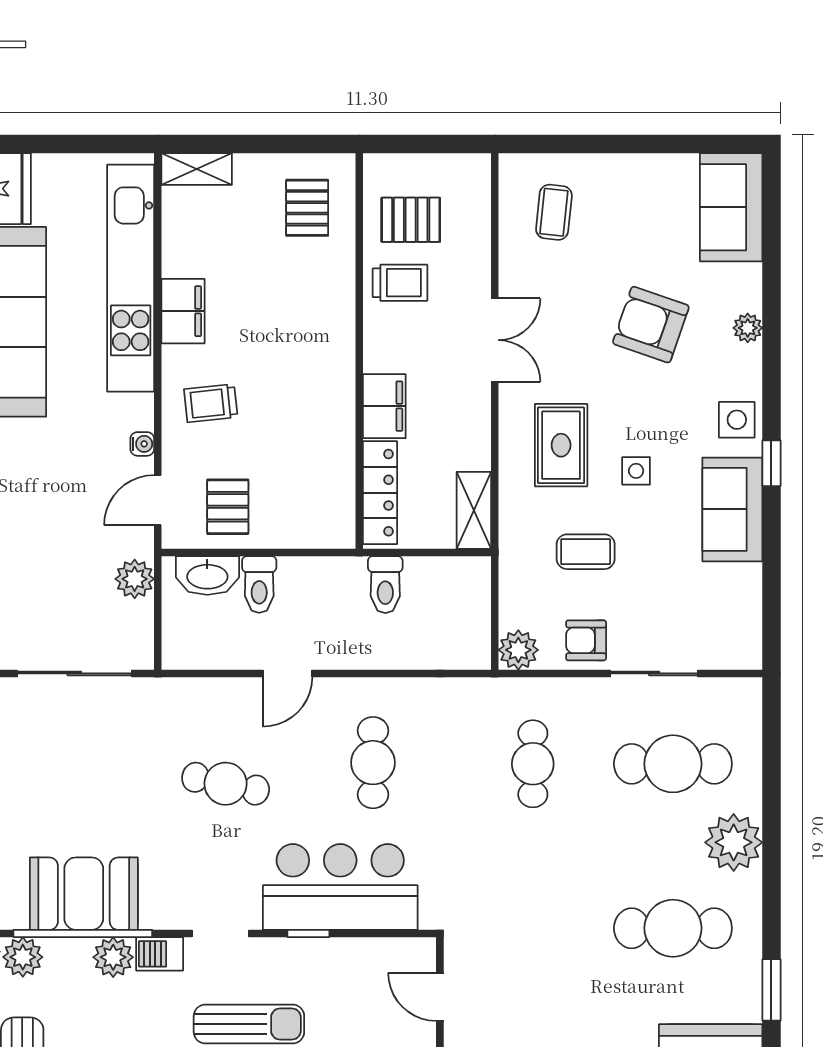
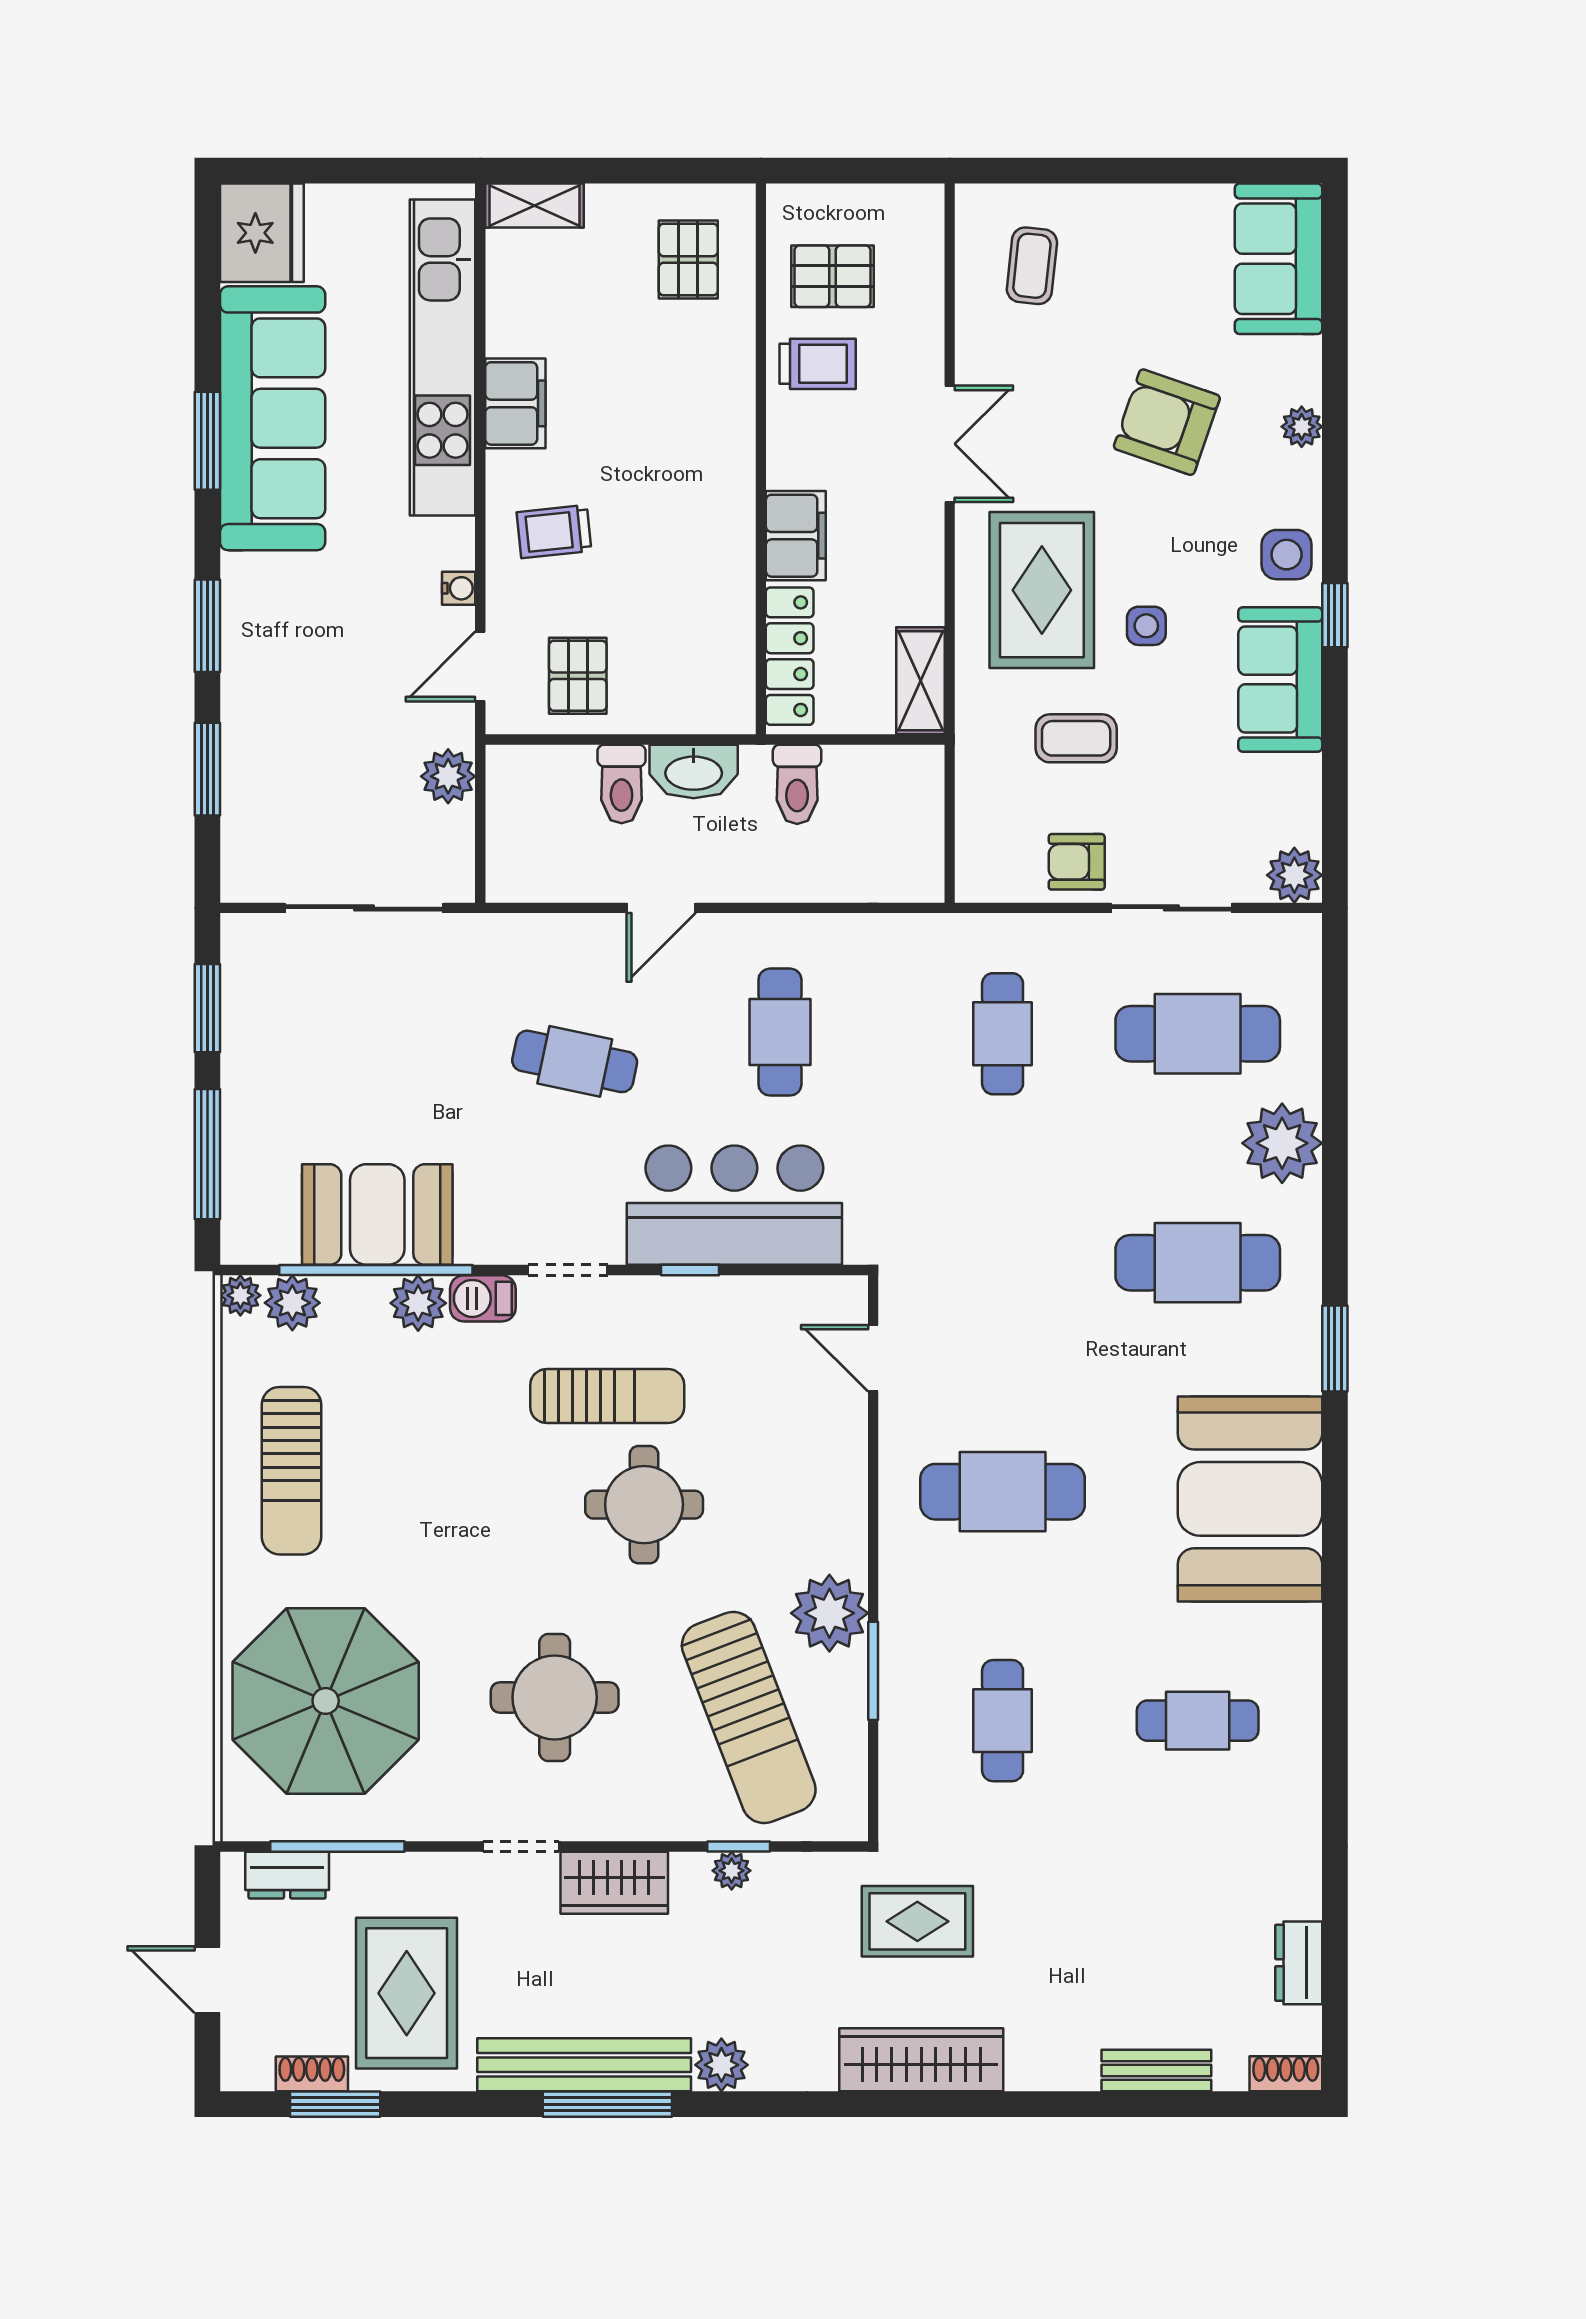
rug: (561, 445) -> (1042, 590), width x1.36, depth x1.43
washbasin: (207, 576) -> (694, 772), moved
plant: (518, 650) -> (1294, 875), moved

